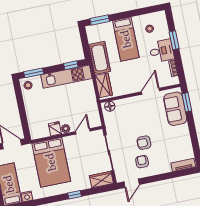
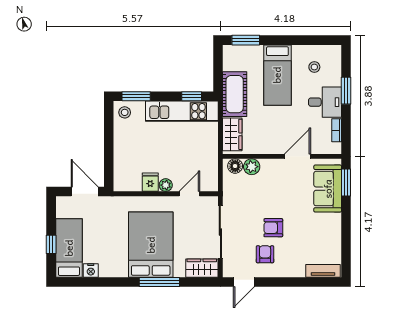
plant: (121, 104) -> (252, 167), added
bed: (51, 162) -> (151, 245), moved, turned 180
window: (75, 195) -> (159, 282), width x2.17

